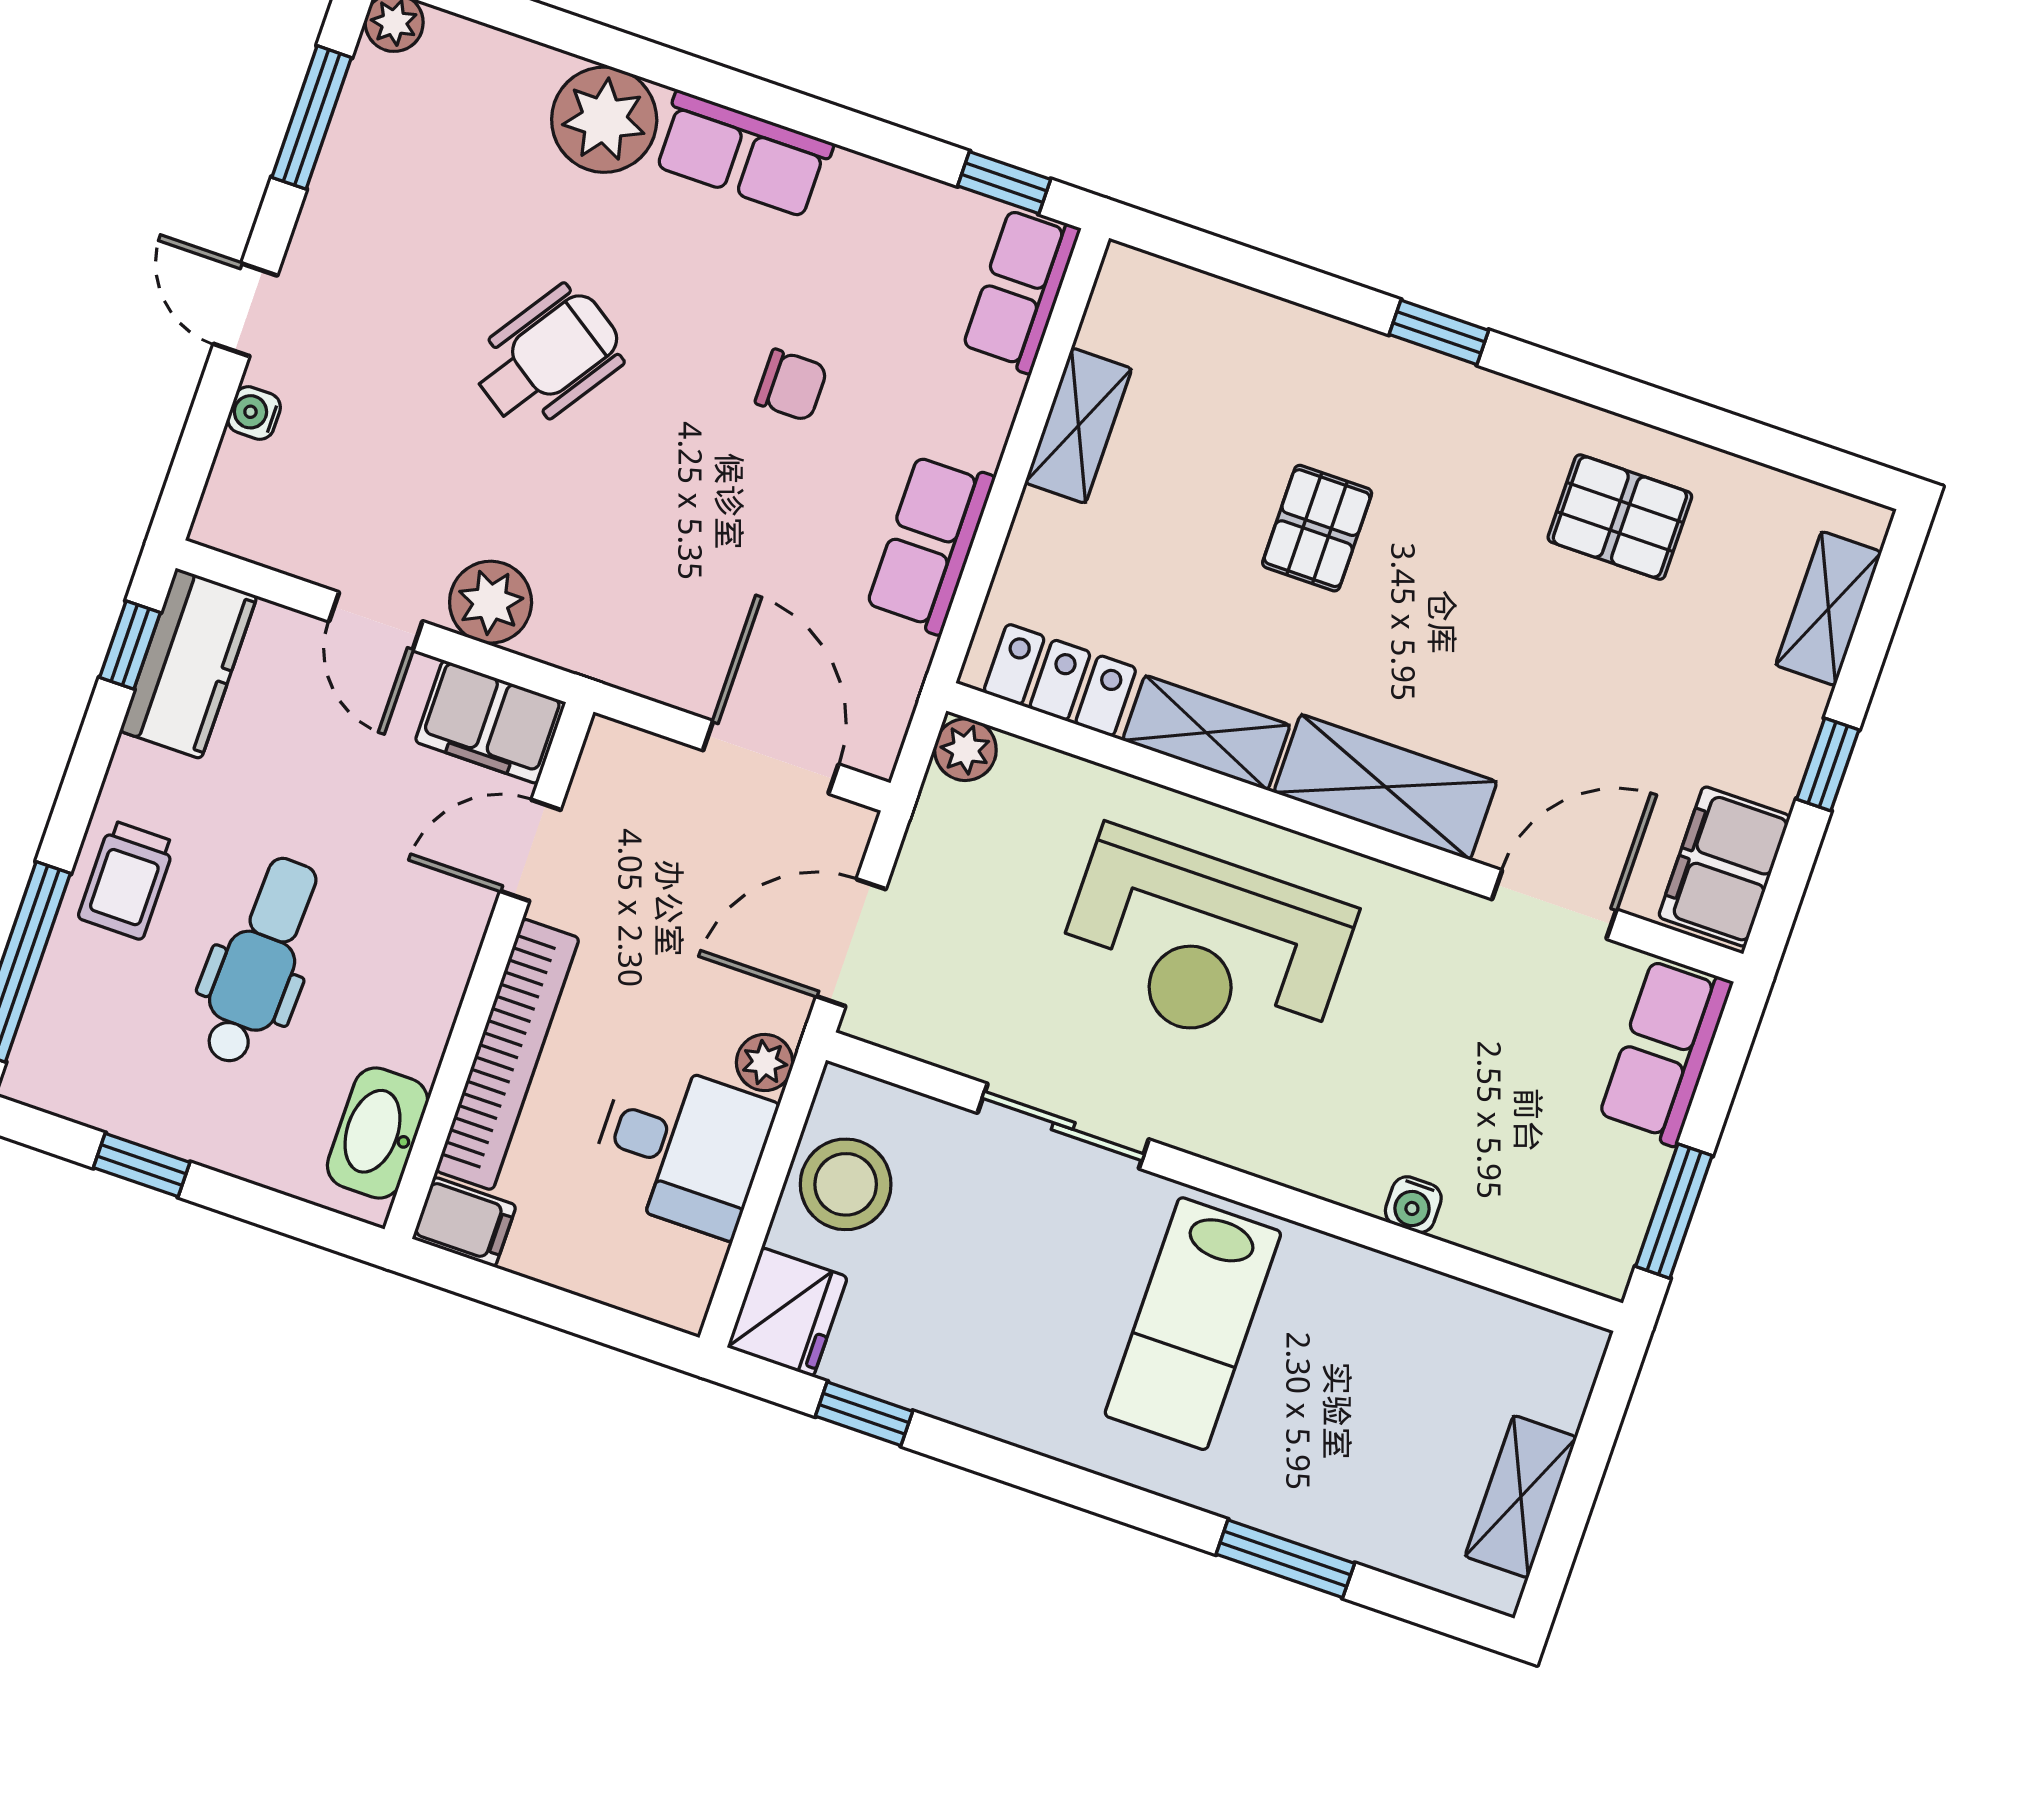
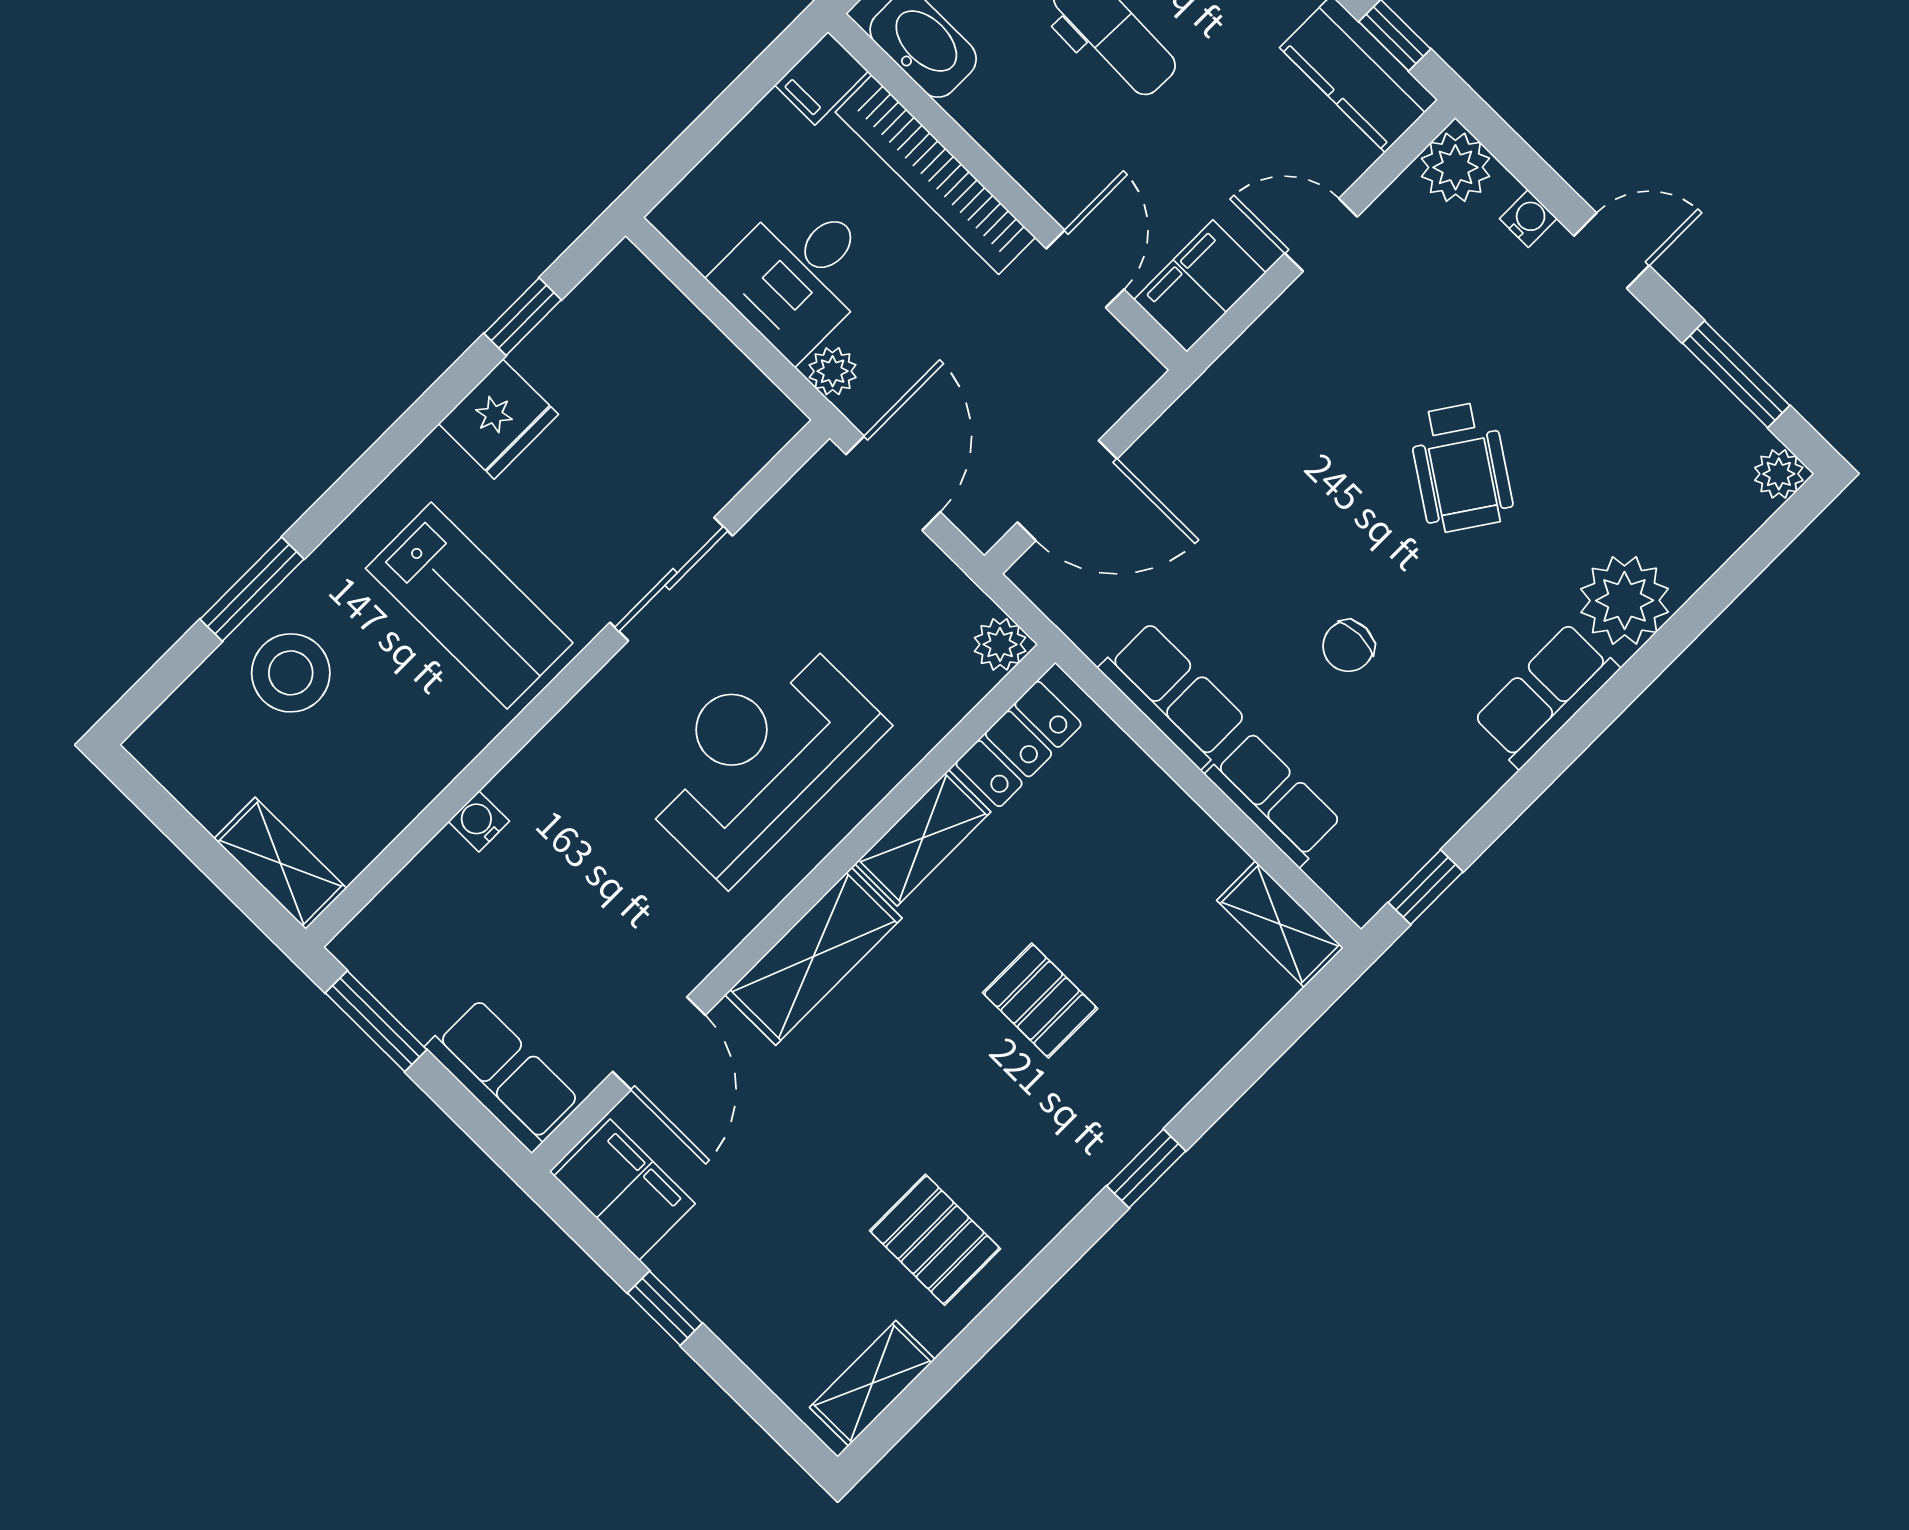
row of seats: (1021, 290) -> (1274, 799), moved
shelving: (1078, 426) -> (1280, 924), moved
pallet: (1620, 517) -> (935, 1240), turned 90
plant: (491, 602) -> (1455, 167), moved
shelving: (1828, 609) -> (872, 1383), moved, turned 90
stool: (846, 1184) -> (291, 673), moved
fridge: (787, 1312) -> (498, 419), moved, turned -90
lab bench: (1193, 1324) -> (469, 606), turned 180
shelving: (1521, 1497) -> (280, 863), moved

